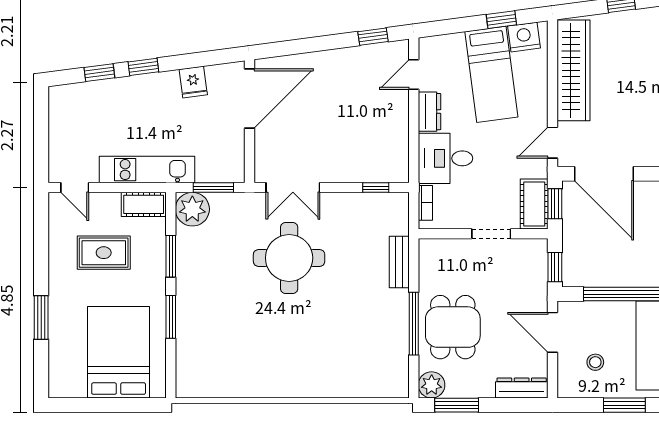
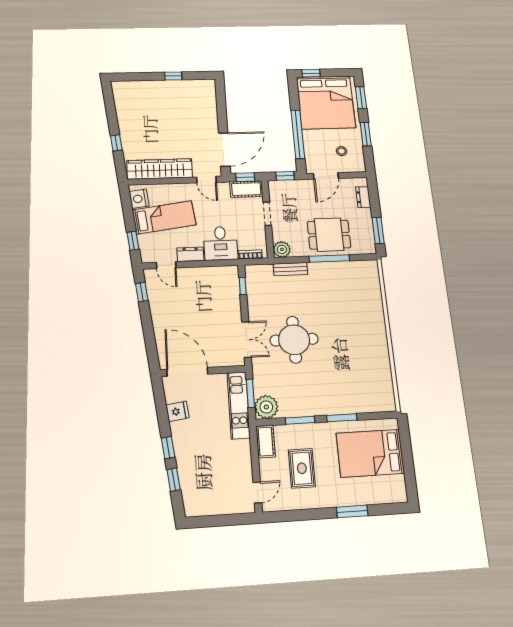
window: (501, 20) -> (133, 241), moved
kitchen unit: (147, 170) -> (239, 405), moved
plant: (432, 385) -> (282, 249), moved
dresser: (522, 388) -> (363, 197), width x0.70

